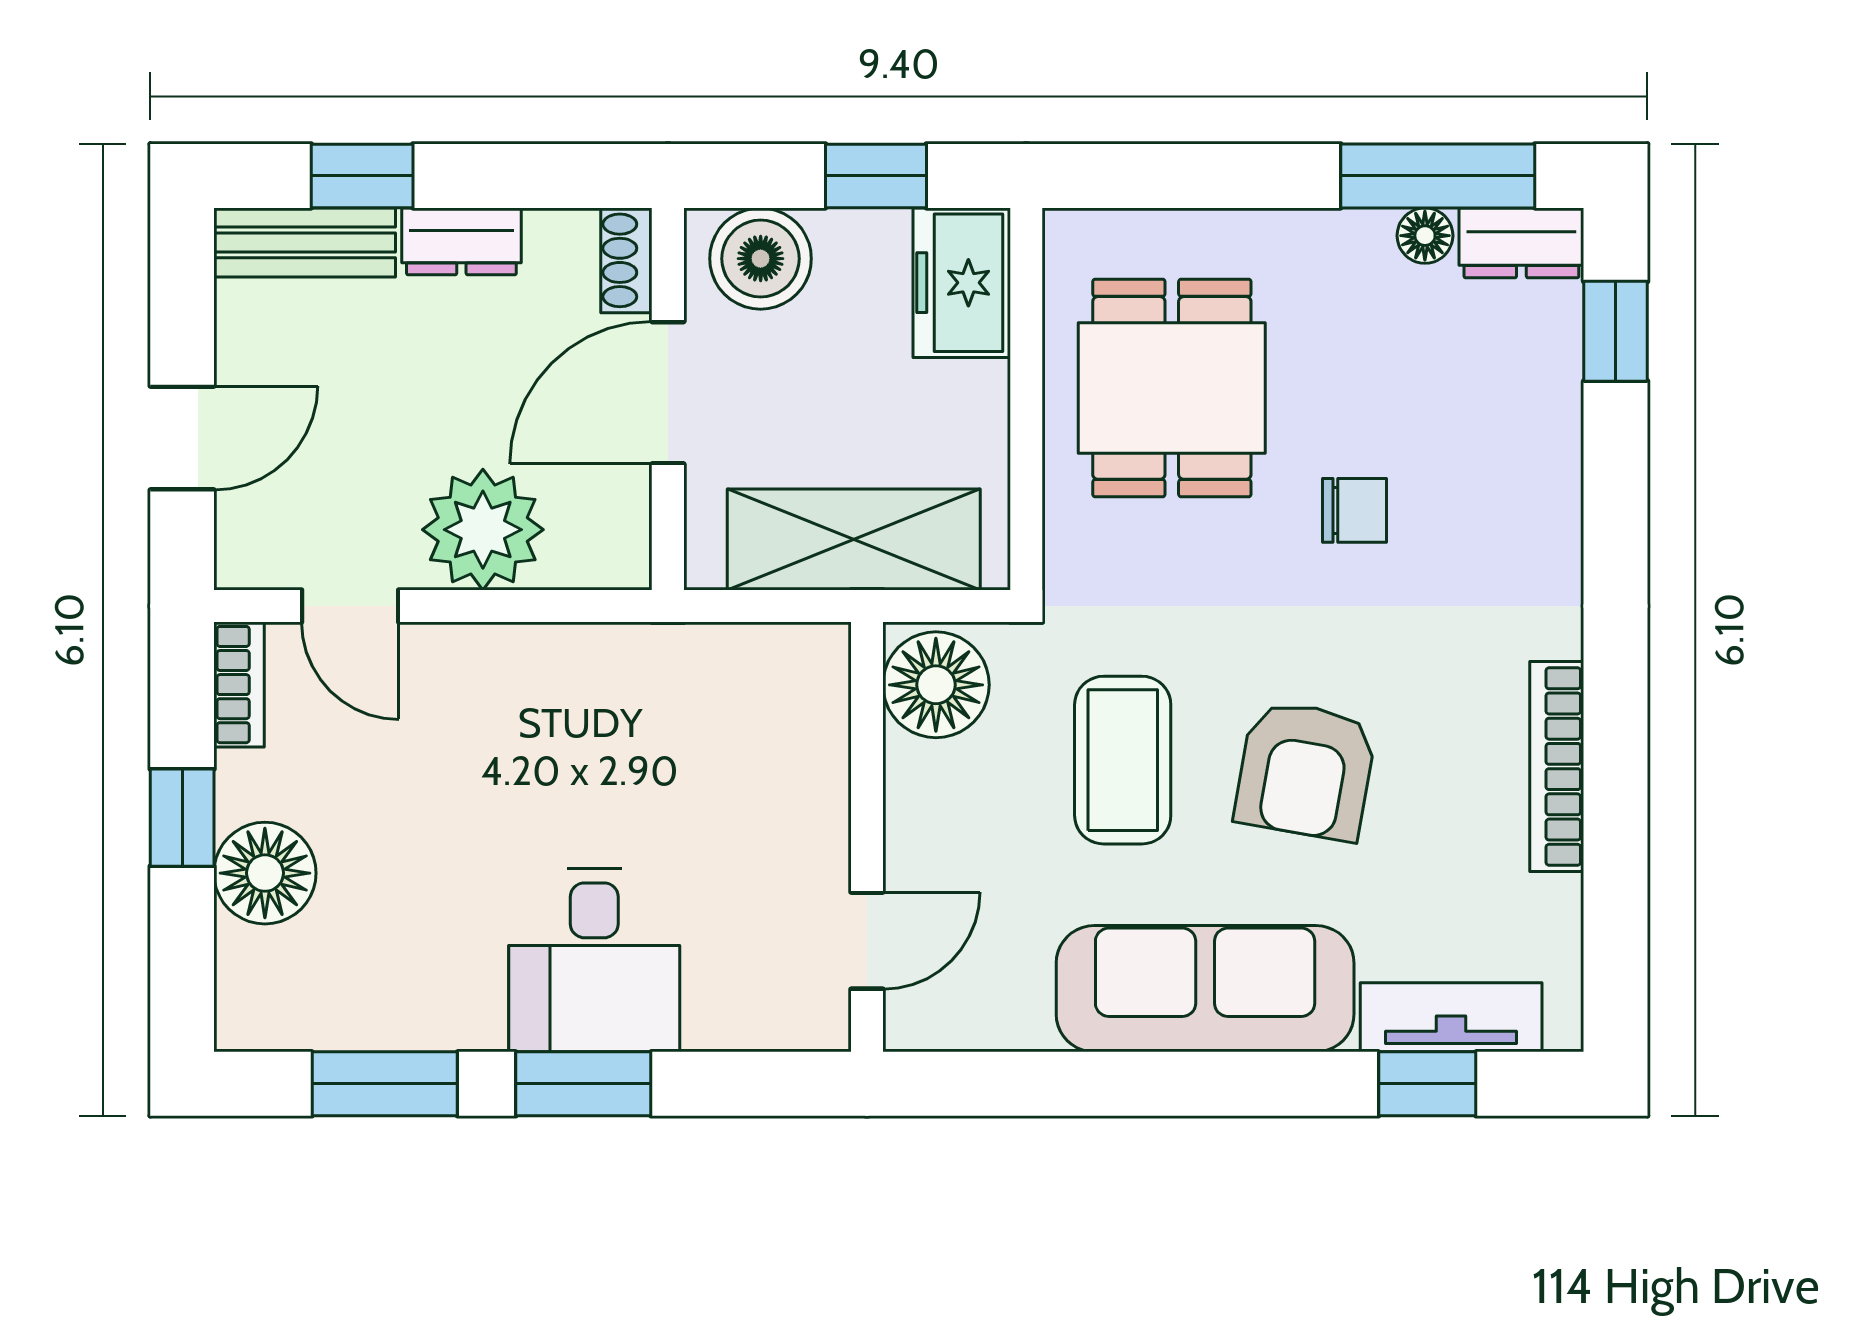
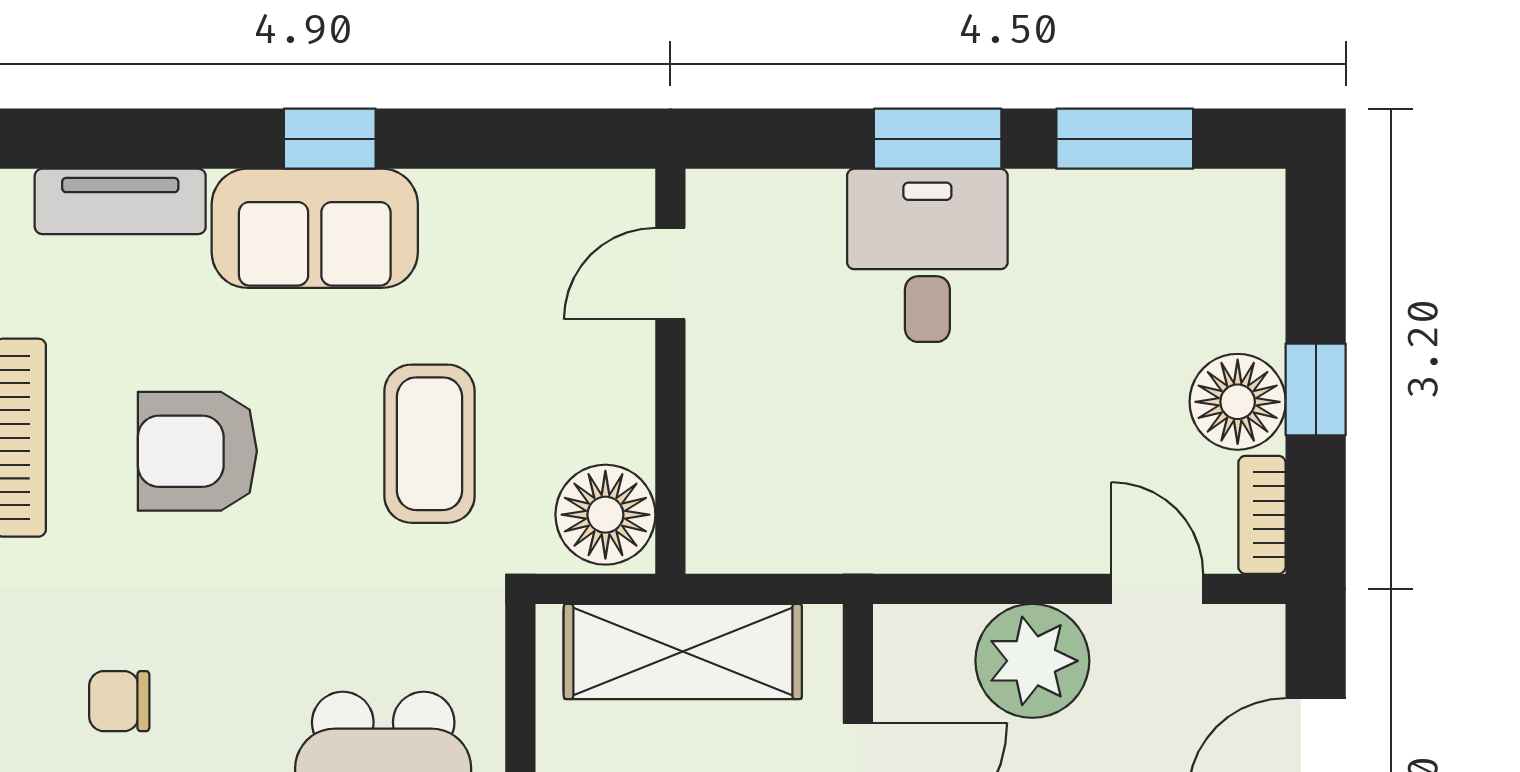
chair: (1354, 510) -> (119, 701), moved
armchair: (1305, 770) -> (197, 451), moved, turned -100
floor lamp: (265, 873) -> (1238, 402), moved
sofa: (1205, 989) -> (315, 228), width x0.73
window: (1427, 1084) -> (330, 139), moved

